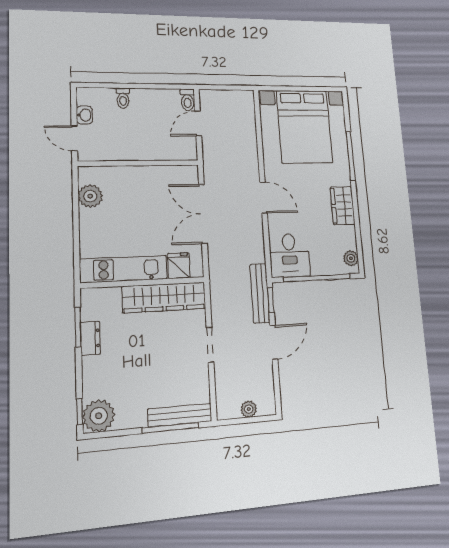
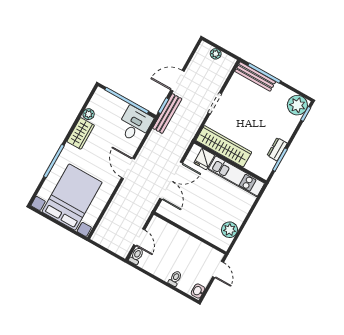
washbasin: (84, 115) -> (198, 291), moved
door: (198, 123) -> (139, 237), hinge flipped
plant: (351, 258) -> (89, 114), moved

